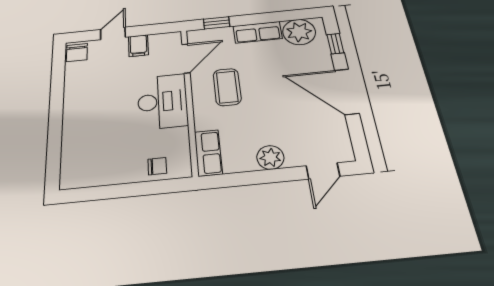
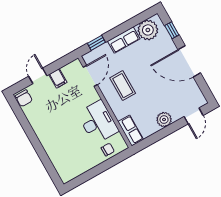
desk: (162, 101) -> (98, 122), moved

